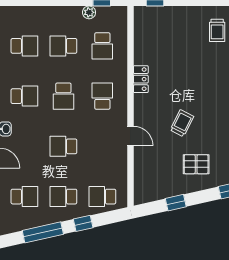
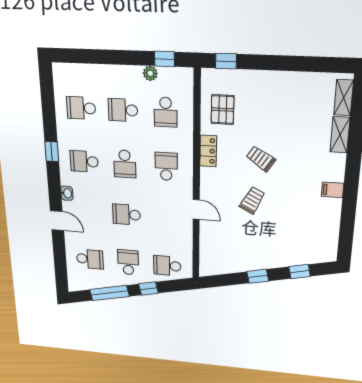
trolley: (217, 30) -> (261, 159), moved, turned 123
school desk: (24, 46) -> (81, 108), turned 180
school desk: (24, 96) -> (84, 161), turned 180
pallet: (196, 164) -> (223, 110), moved, turned 90
school desk: (63, 197) -> (128, 262), turned 90
window: (176, 203) -> (258, 276), moved

